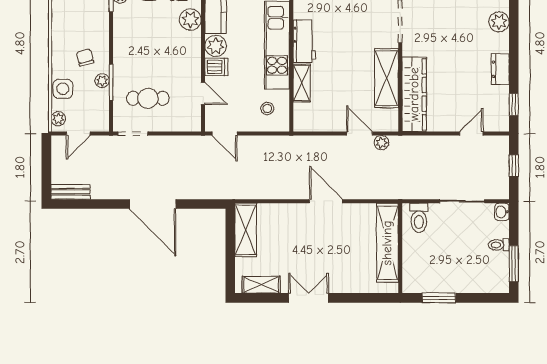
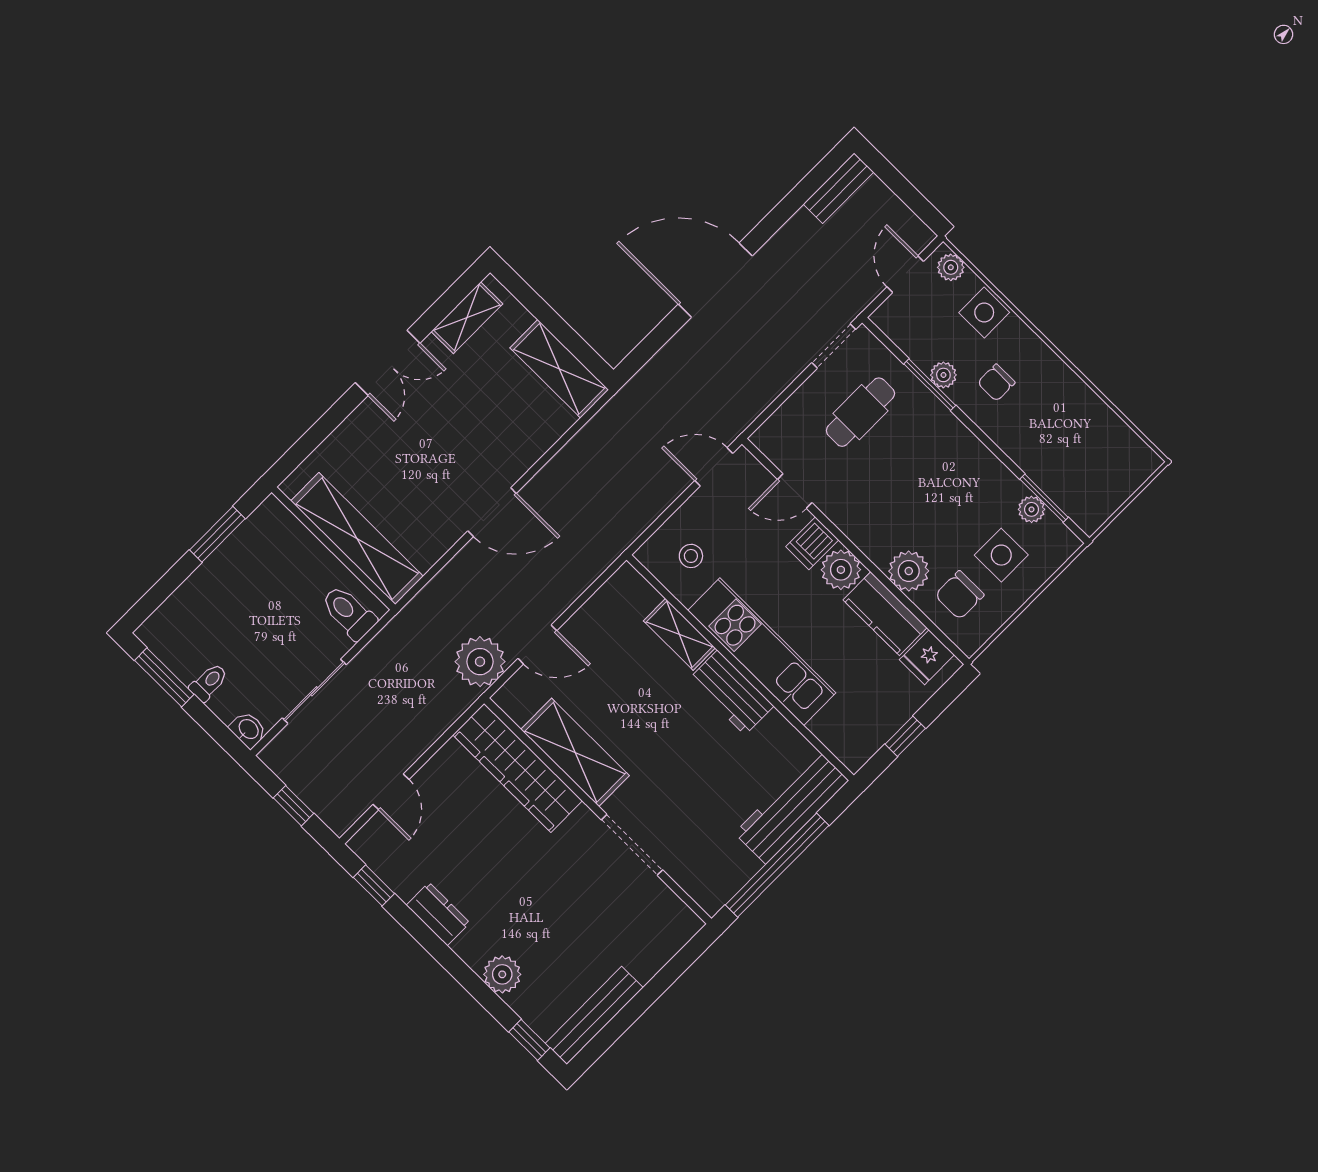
chair: (85, 58) -> (996, 383), turned 105
plant: (381, 143) -> (480, 662), width x1.88, depth x1.88

